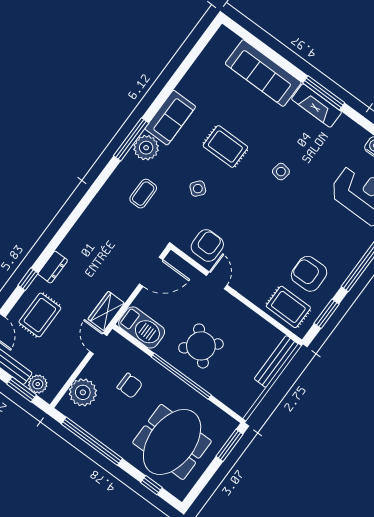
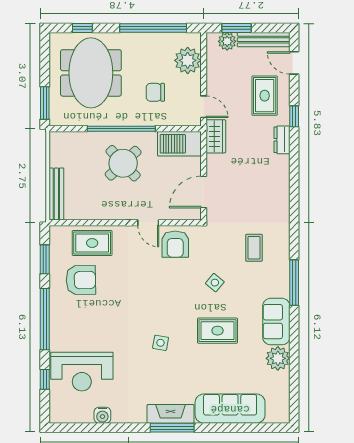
plant: (146, 148) -> (278, 358), moved
rug: (288, 307) -> (92, 243), moved

